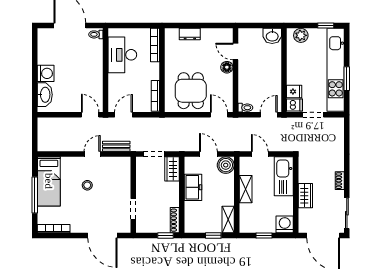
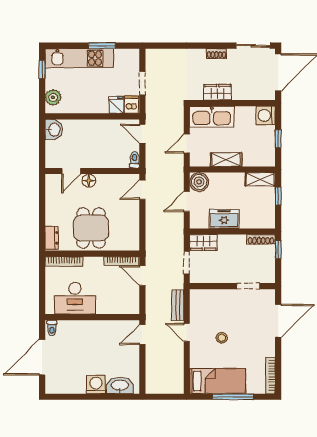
dresser: (190, 34) -> (52, 238), moved
kitchen unit: (336, 70) -> (79, 58), width x0.73
dining table: (191, 91) -> (91, 228), moved, turned 90
door: (124, 115) -> (142, 276), moved
wardrobe: (305, 196) -> (218, 92), moved

